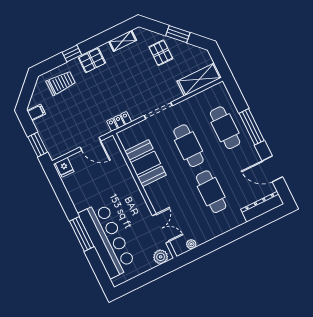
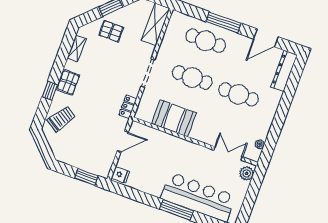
trolley: (61, 83) -> (62, 119), turned 33
filing cabinet: (36, 112) -> (64, 156), removed

